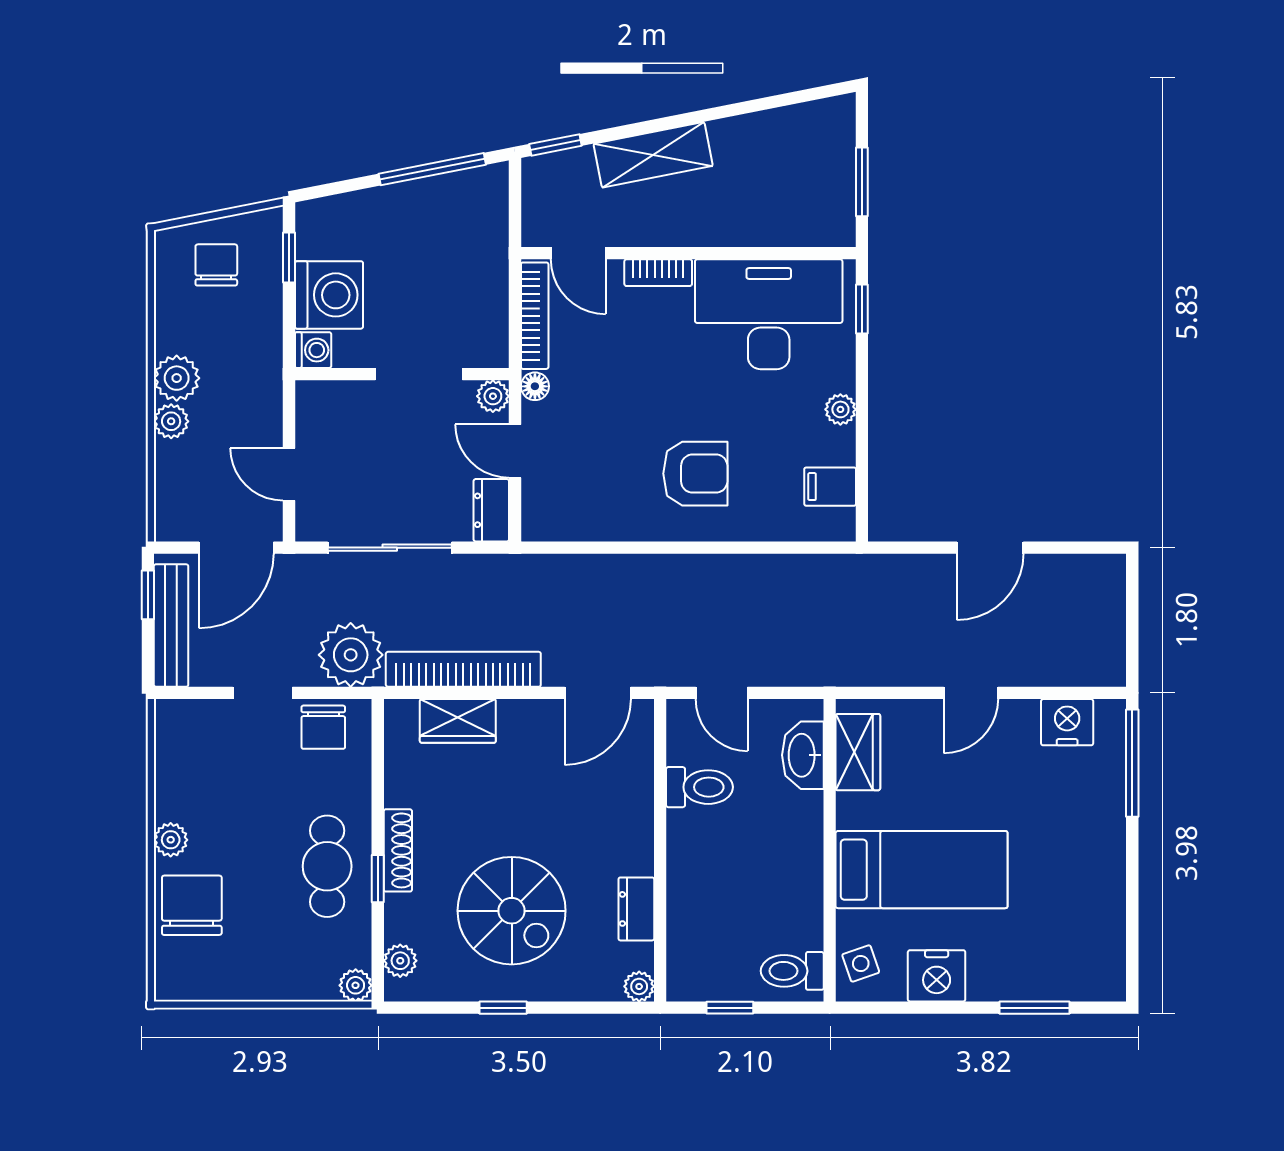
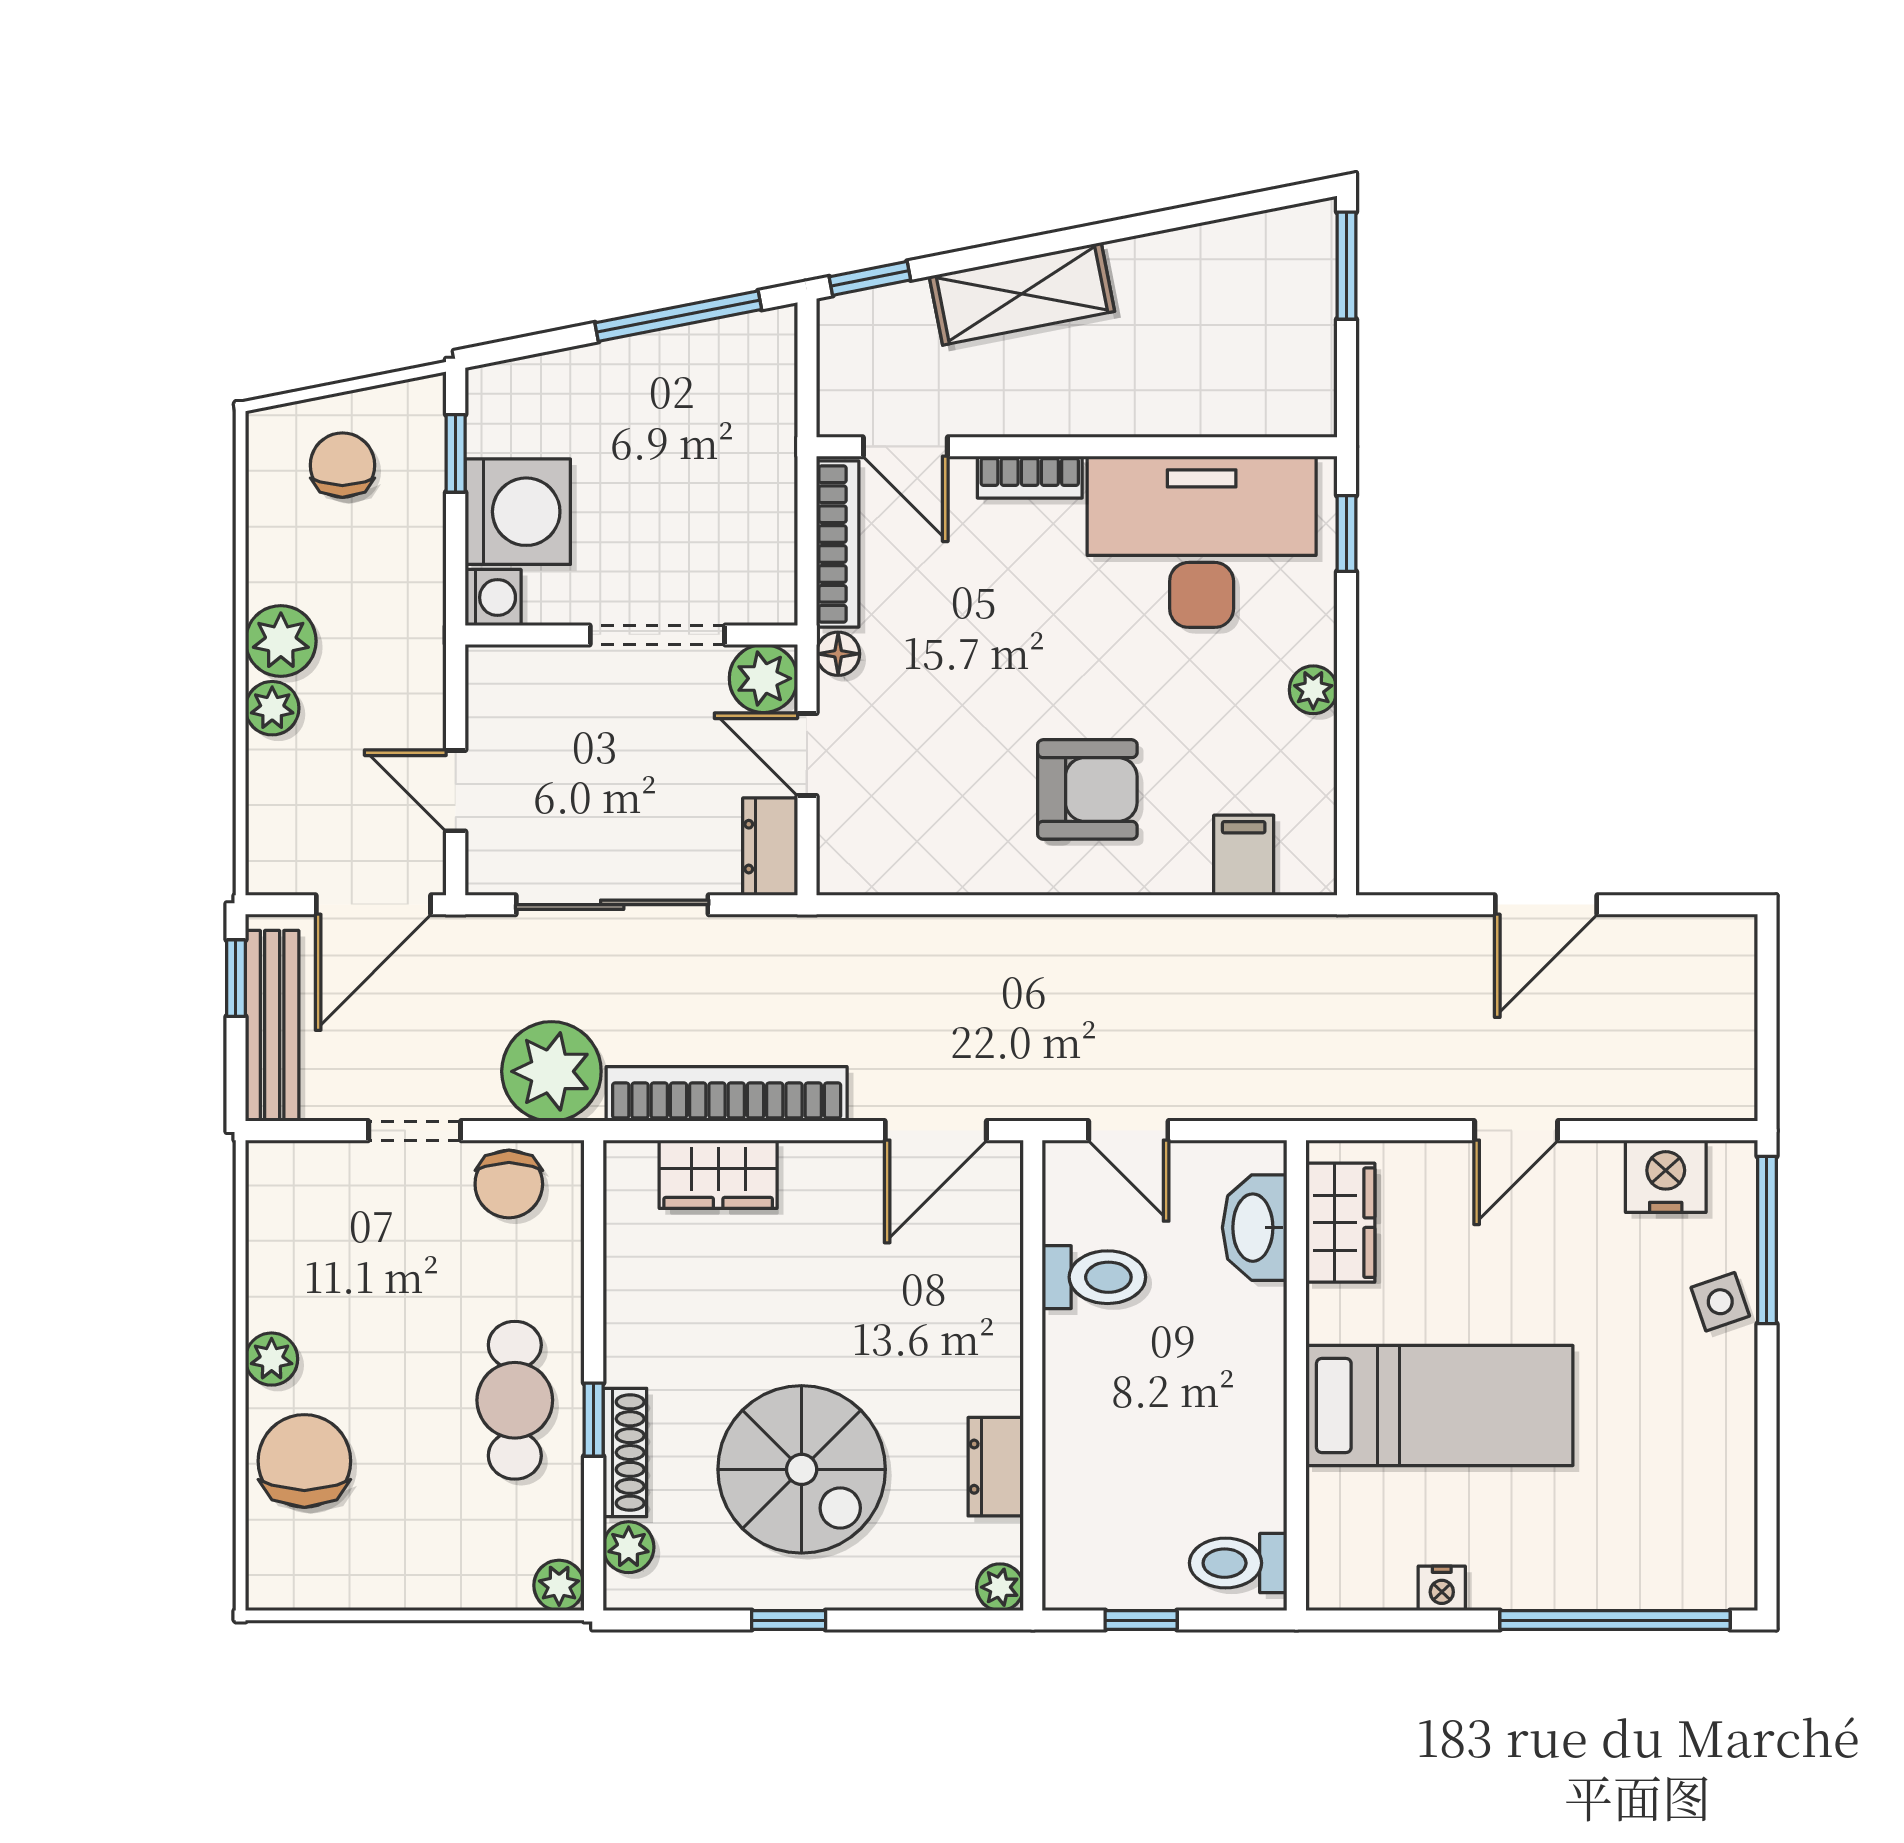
window: (862, 182) -> (1347, 266), moved
plant: (493, 396) -> (763, 678), width x1.38, depth x1.38
filing cabinet: (830, 487) -> (1244, 855), moved, turned 90
shoe rack: (398, 850) -> (625, 1453), moved
side table: (861, 963) -> (1720, 1302), moved
nightstand: (937, 976) -> (1442, 1588), width x0.53, depth x0.56
window: (1034, 1008) -> (1615, 1620), width x2.11

